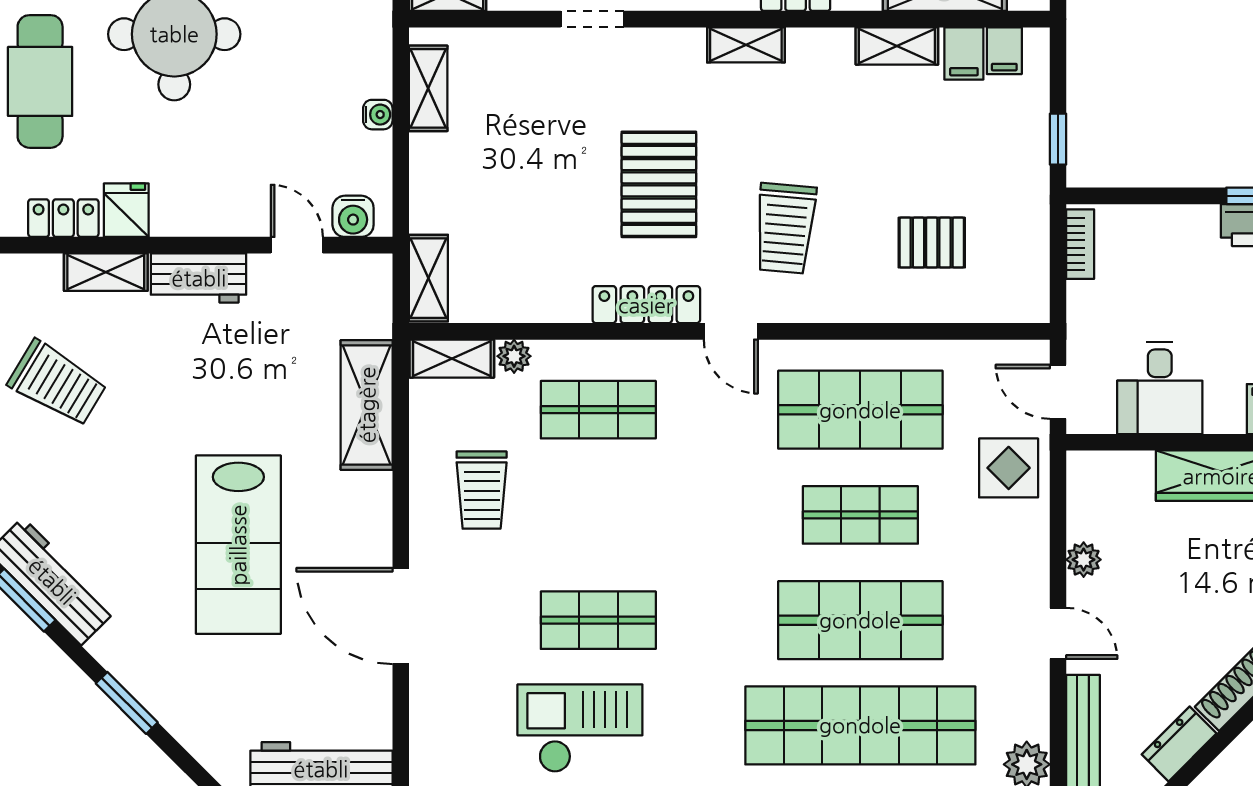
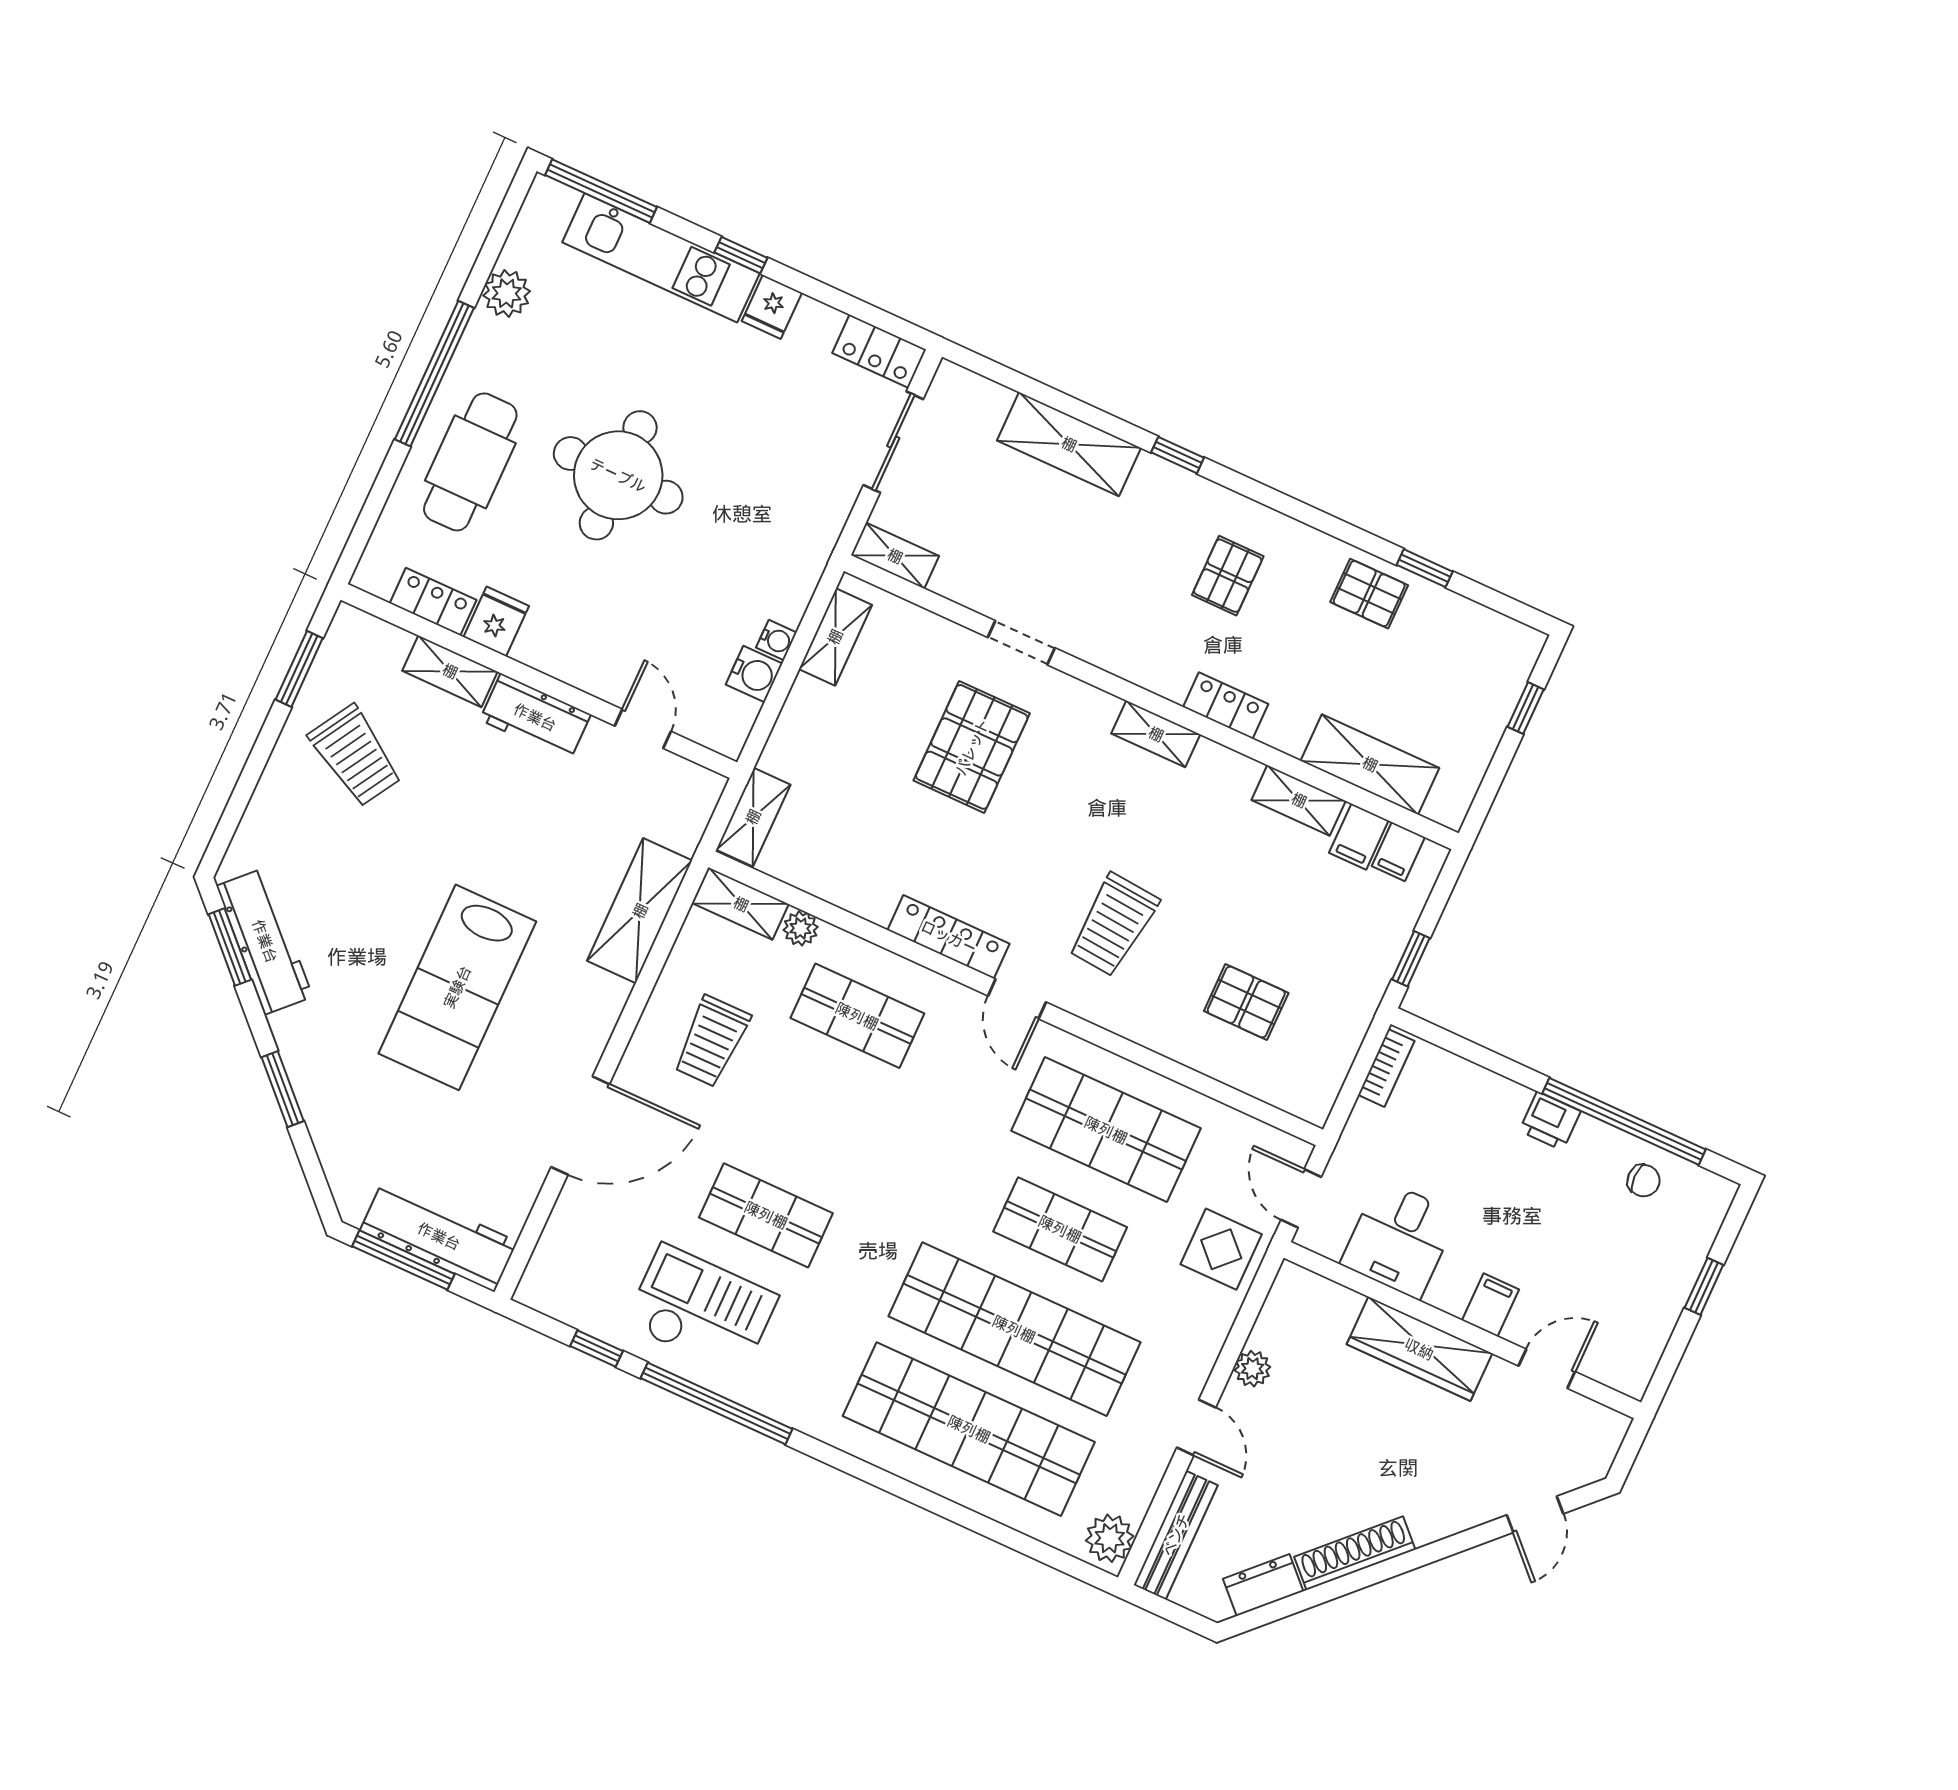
pallet: (659, 184) -> (972, 747), moved
water cooler: (353, 216) -> (754, 674), moved, turned -90
door: (401, 616) -> (580, 1126), swing flipped
shop shelf: (860, 620) -> (1014, 1329), width x1.40

